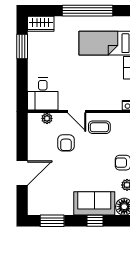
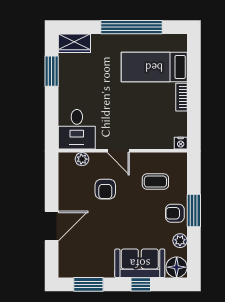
coffee table: (99, 127) -> (155, 182), moved

